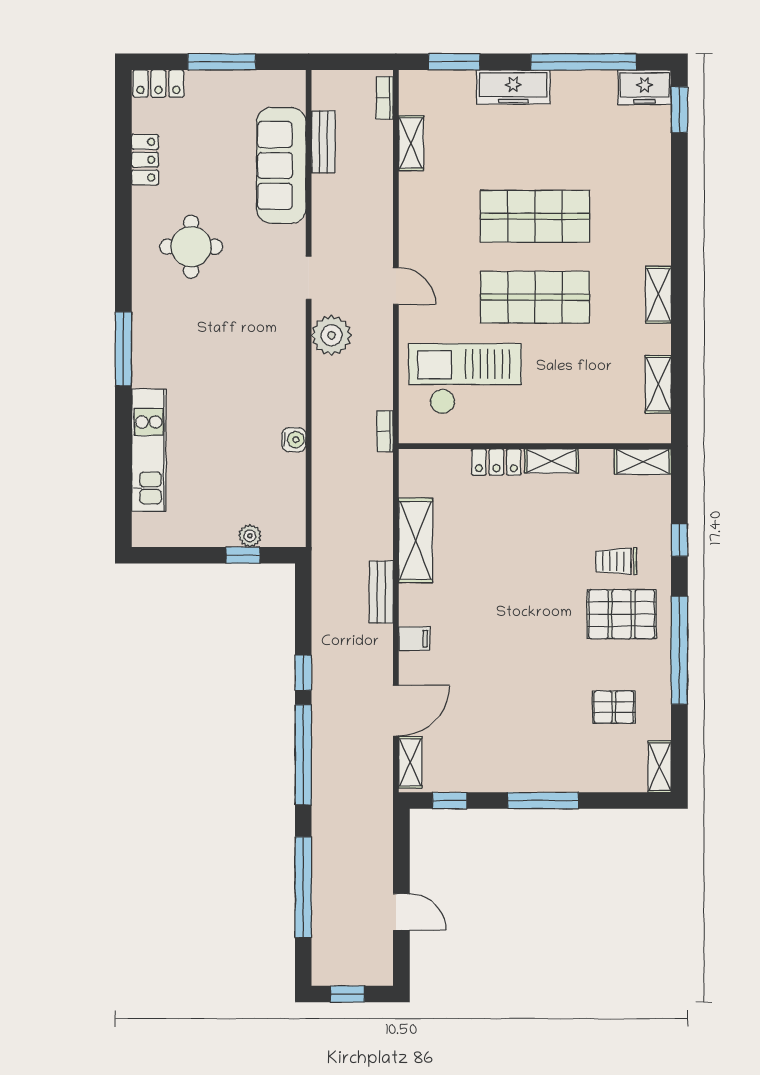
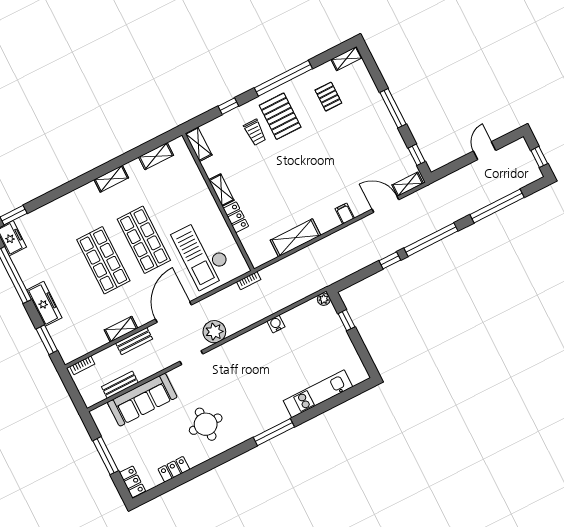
shelving: (411, 143) -> (121, 329), moved
door: (396, 286) -> (173, 312), width x1.88
plant: (250, 536) -> (324, 299), moved
bench: (381, 592) -> (134, 341), moved

